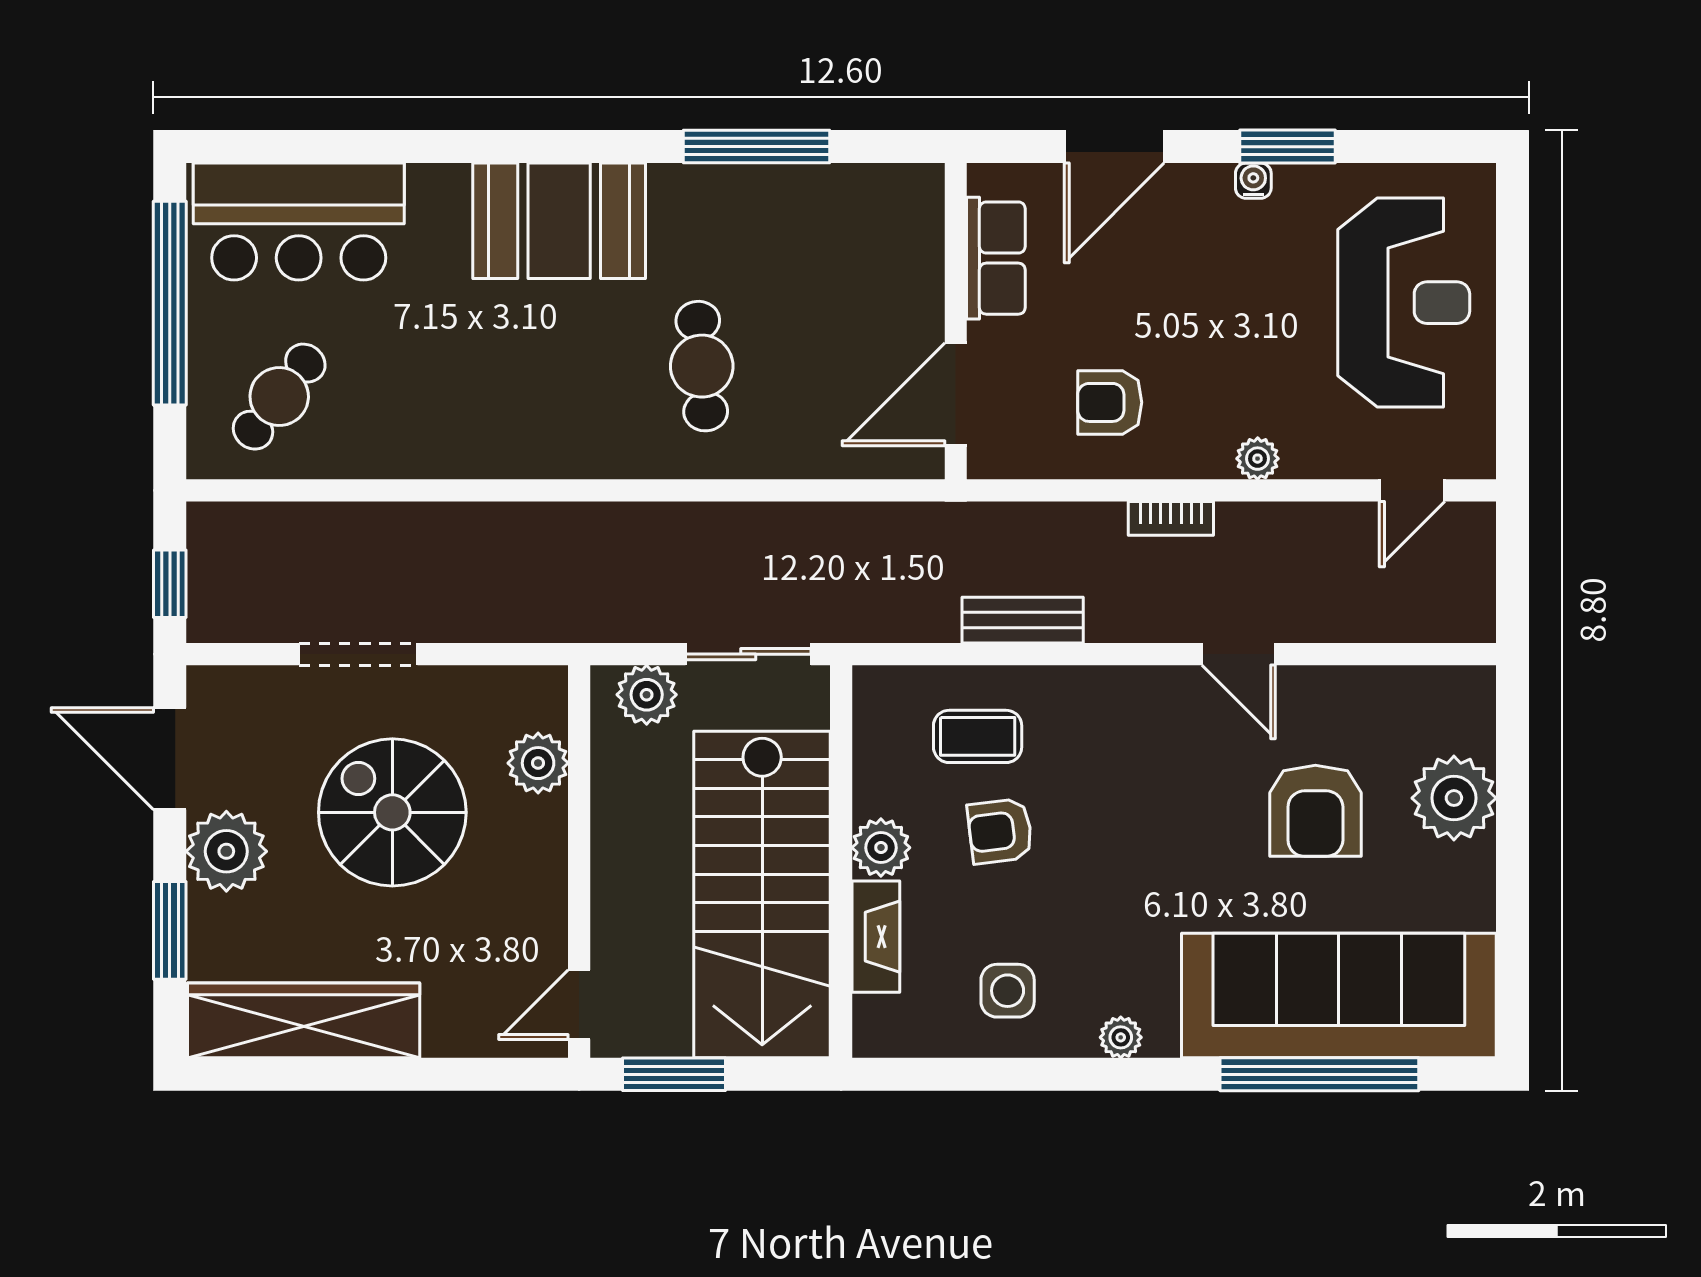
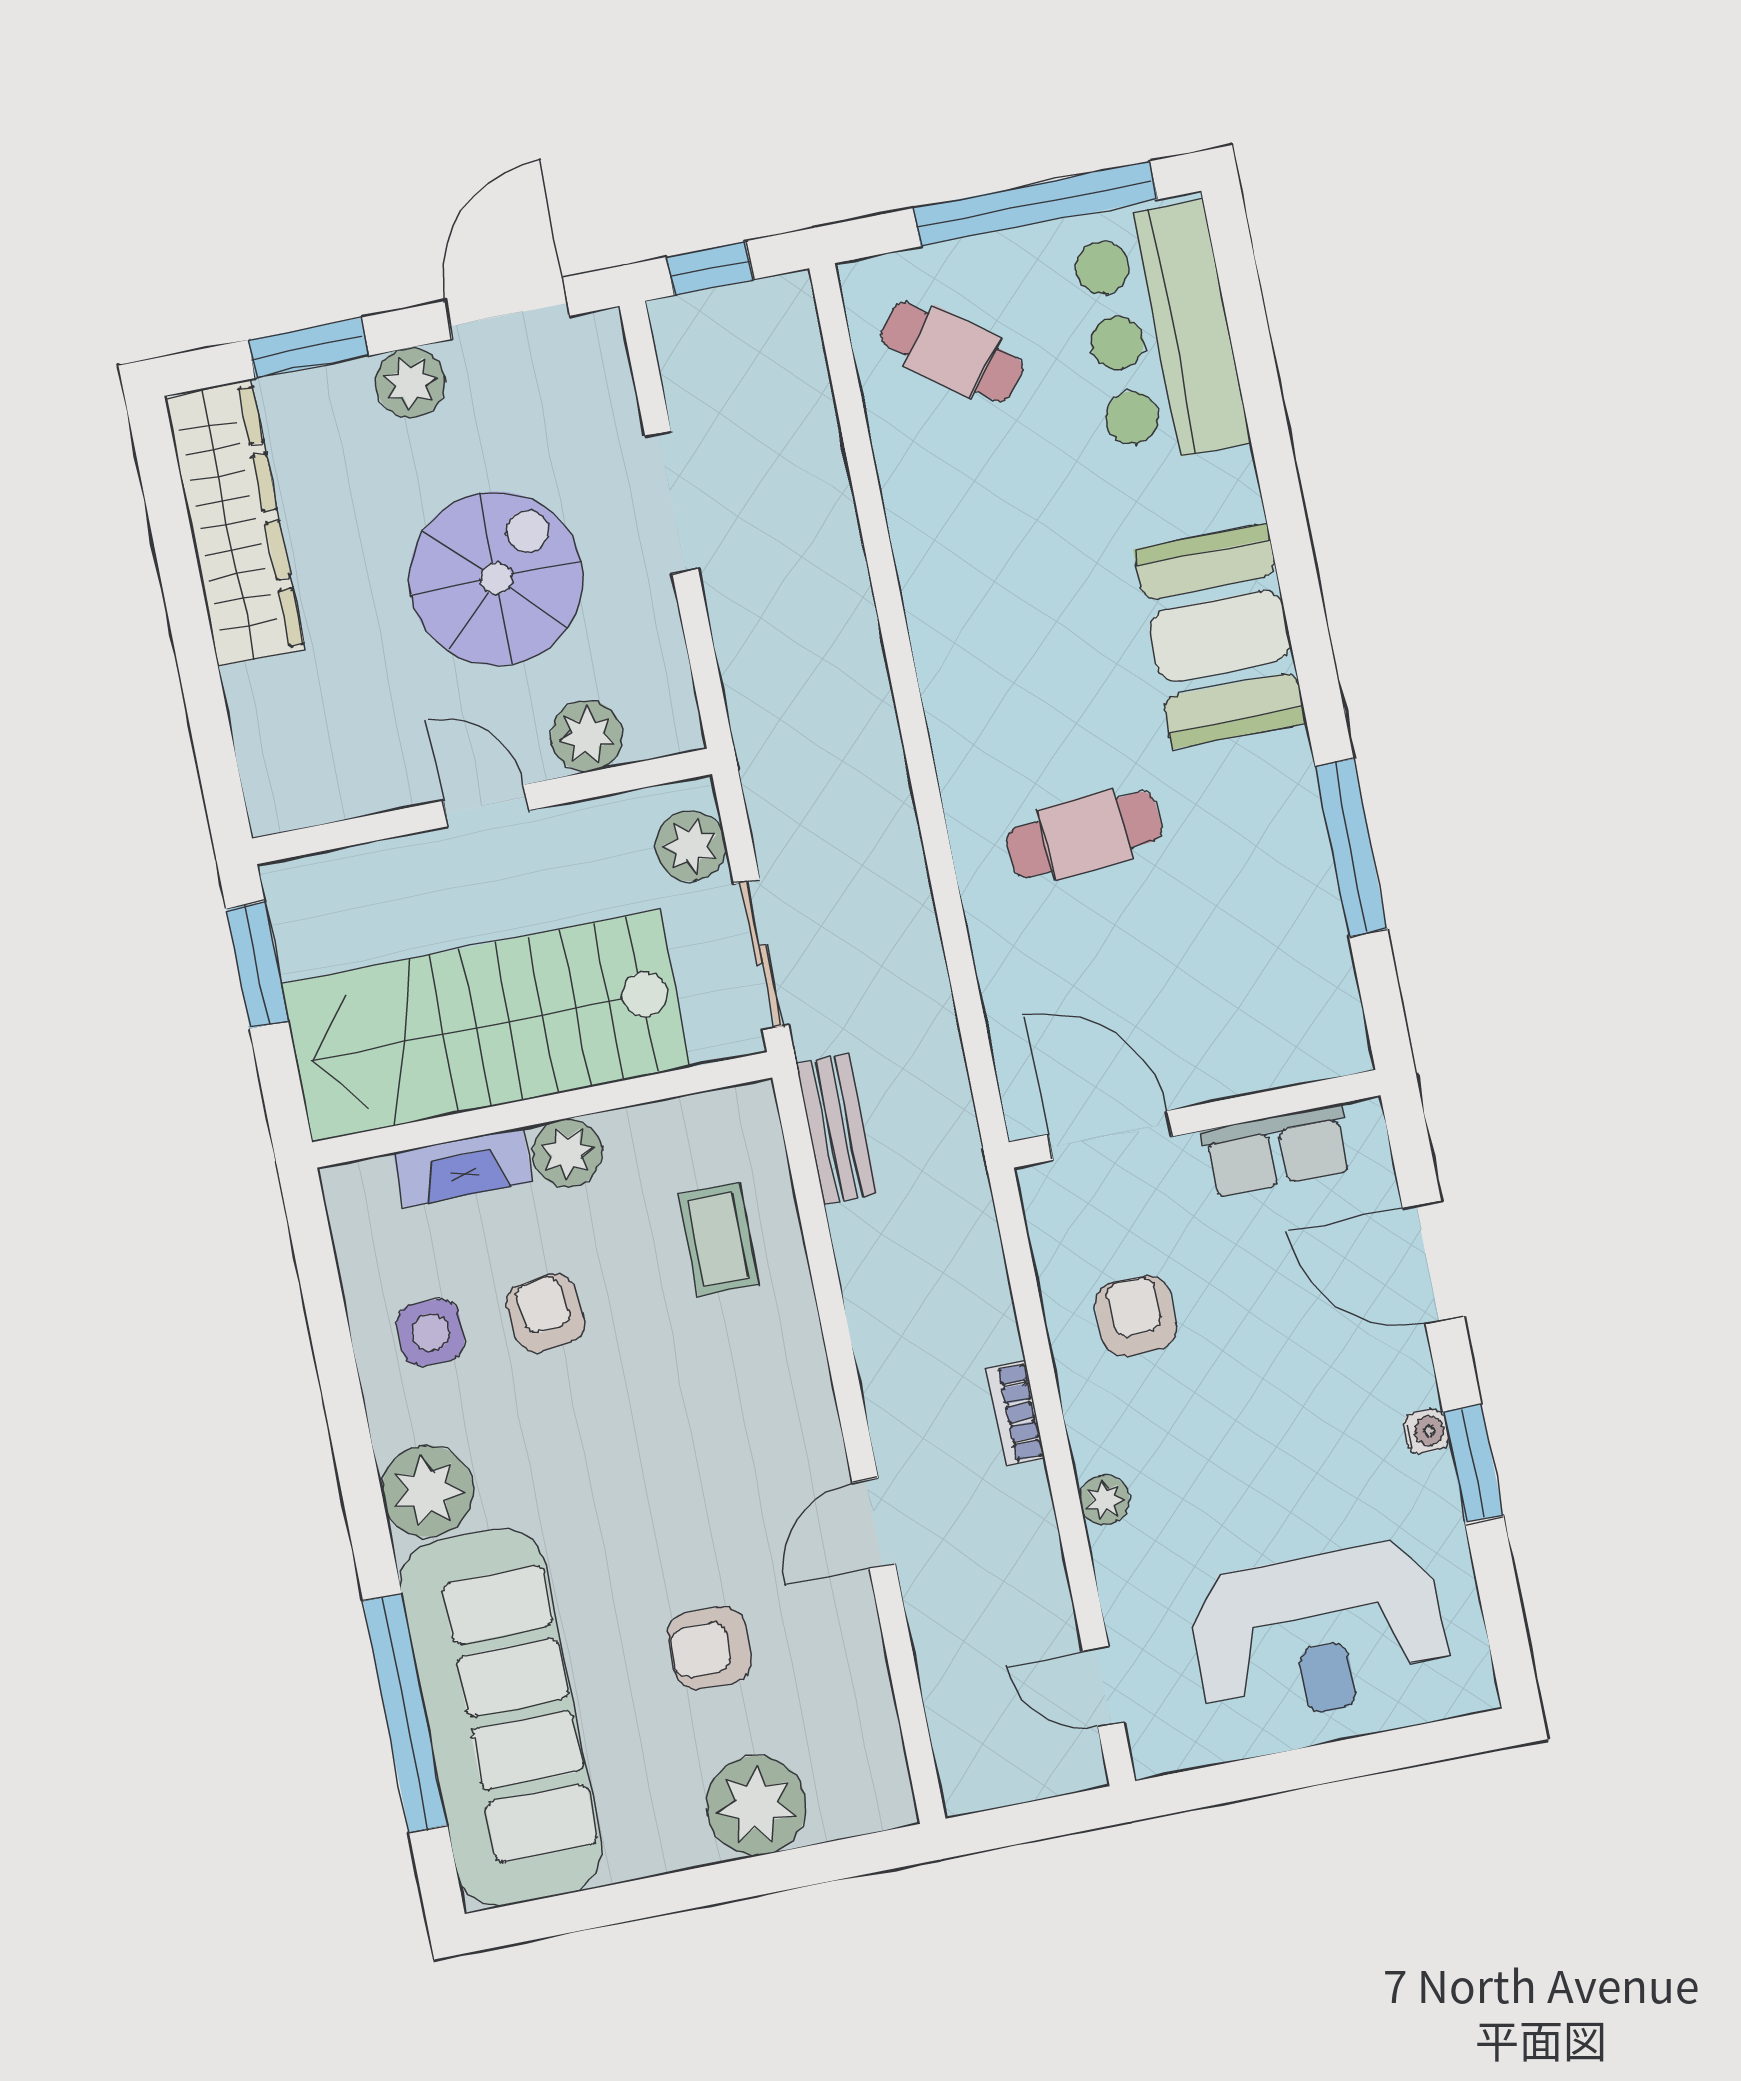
bench: (1023, 620) -> (837, 1129), moved
armchair: (1315, 811) -> (710, 1648), width x0.72, depth x0.72
armchair: (1000, 831) -> (546, 1313), moved
plant: (226, 851) -> (410, 383), width x0.73, depth x0.73
door: (579, 1005) -> (486, 806), moved
plant: (1121, 1037) -> (427, 1491), width x1.87, depth x1.87

